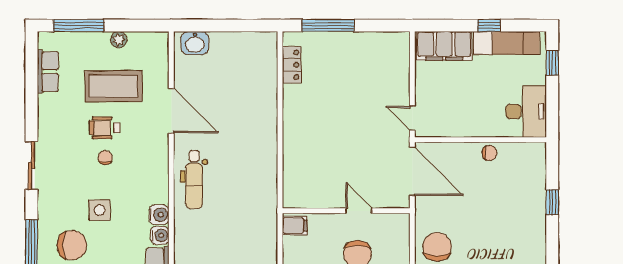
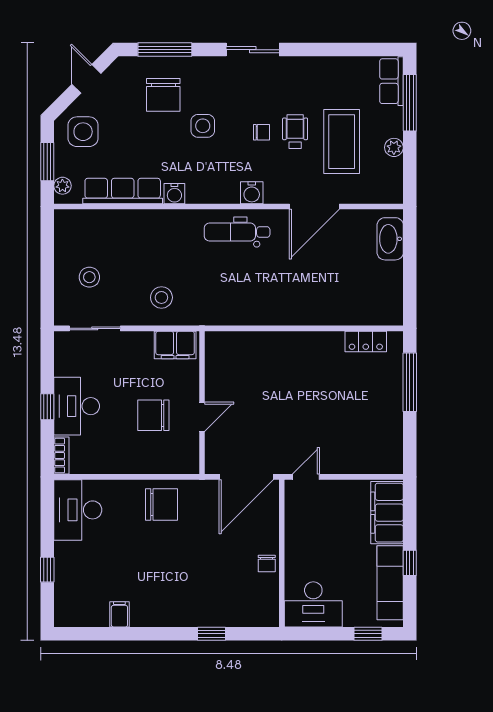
washbasin: (195, 43) -> (390, 239), width x1.38
row of seats: (48, 72) -> (391, 81), moved, turned 90
water cooler: (159, 215) -> (252, 193), moved
filing cabinet: (295, 226) -> (175, 345), width x2.00
stool: (252, 247) -> (161, 297), added

